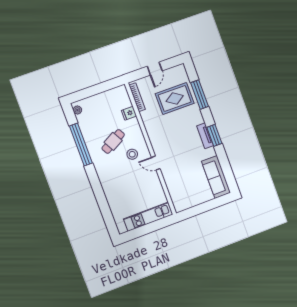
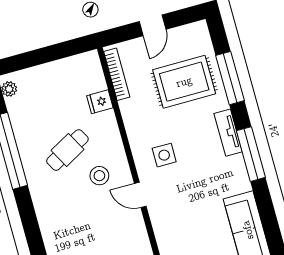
window: (214, 135) -> (251, 154), width x1.44
tv unit: (205, 136) -> (228, 133), moved
side table: (167, 140) -> (164, 155), added

